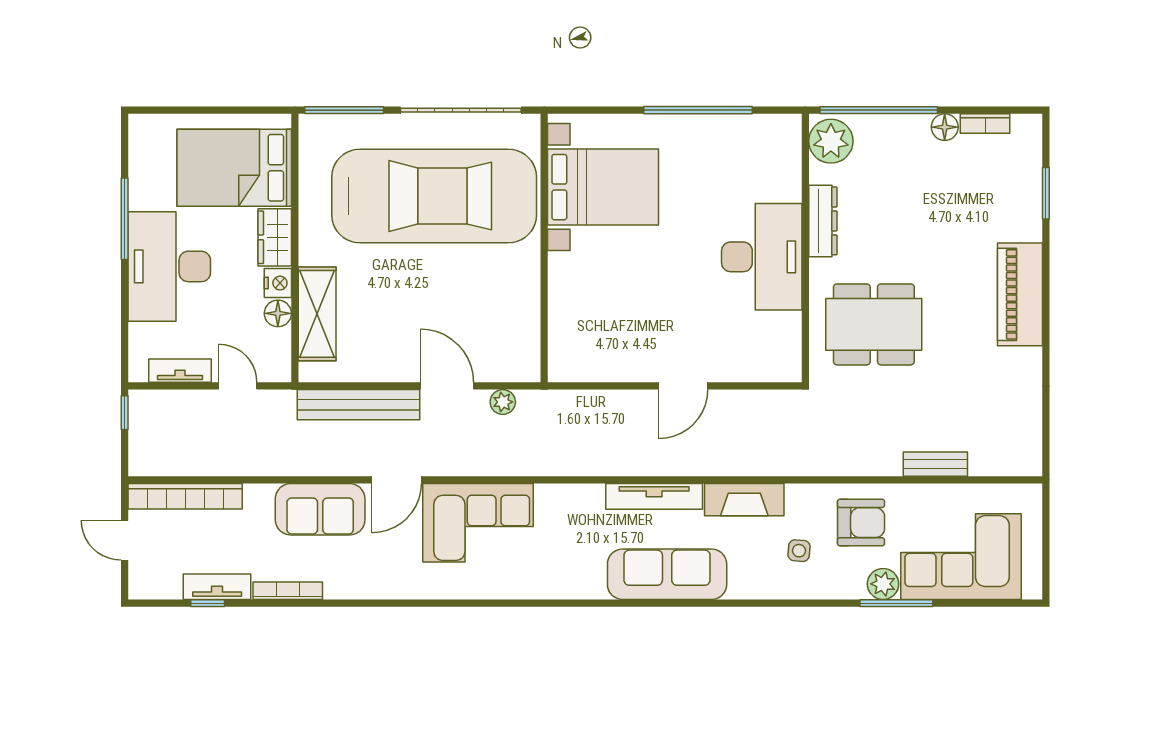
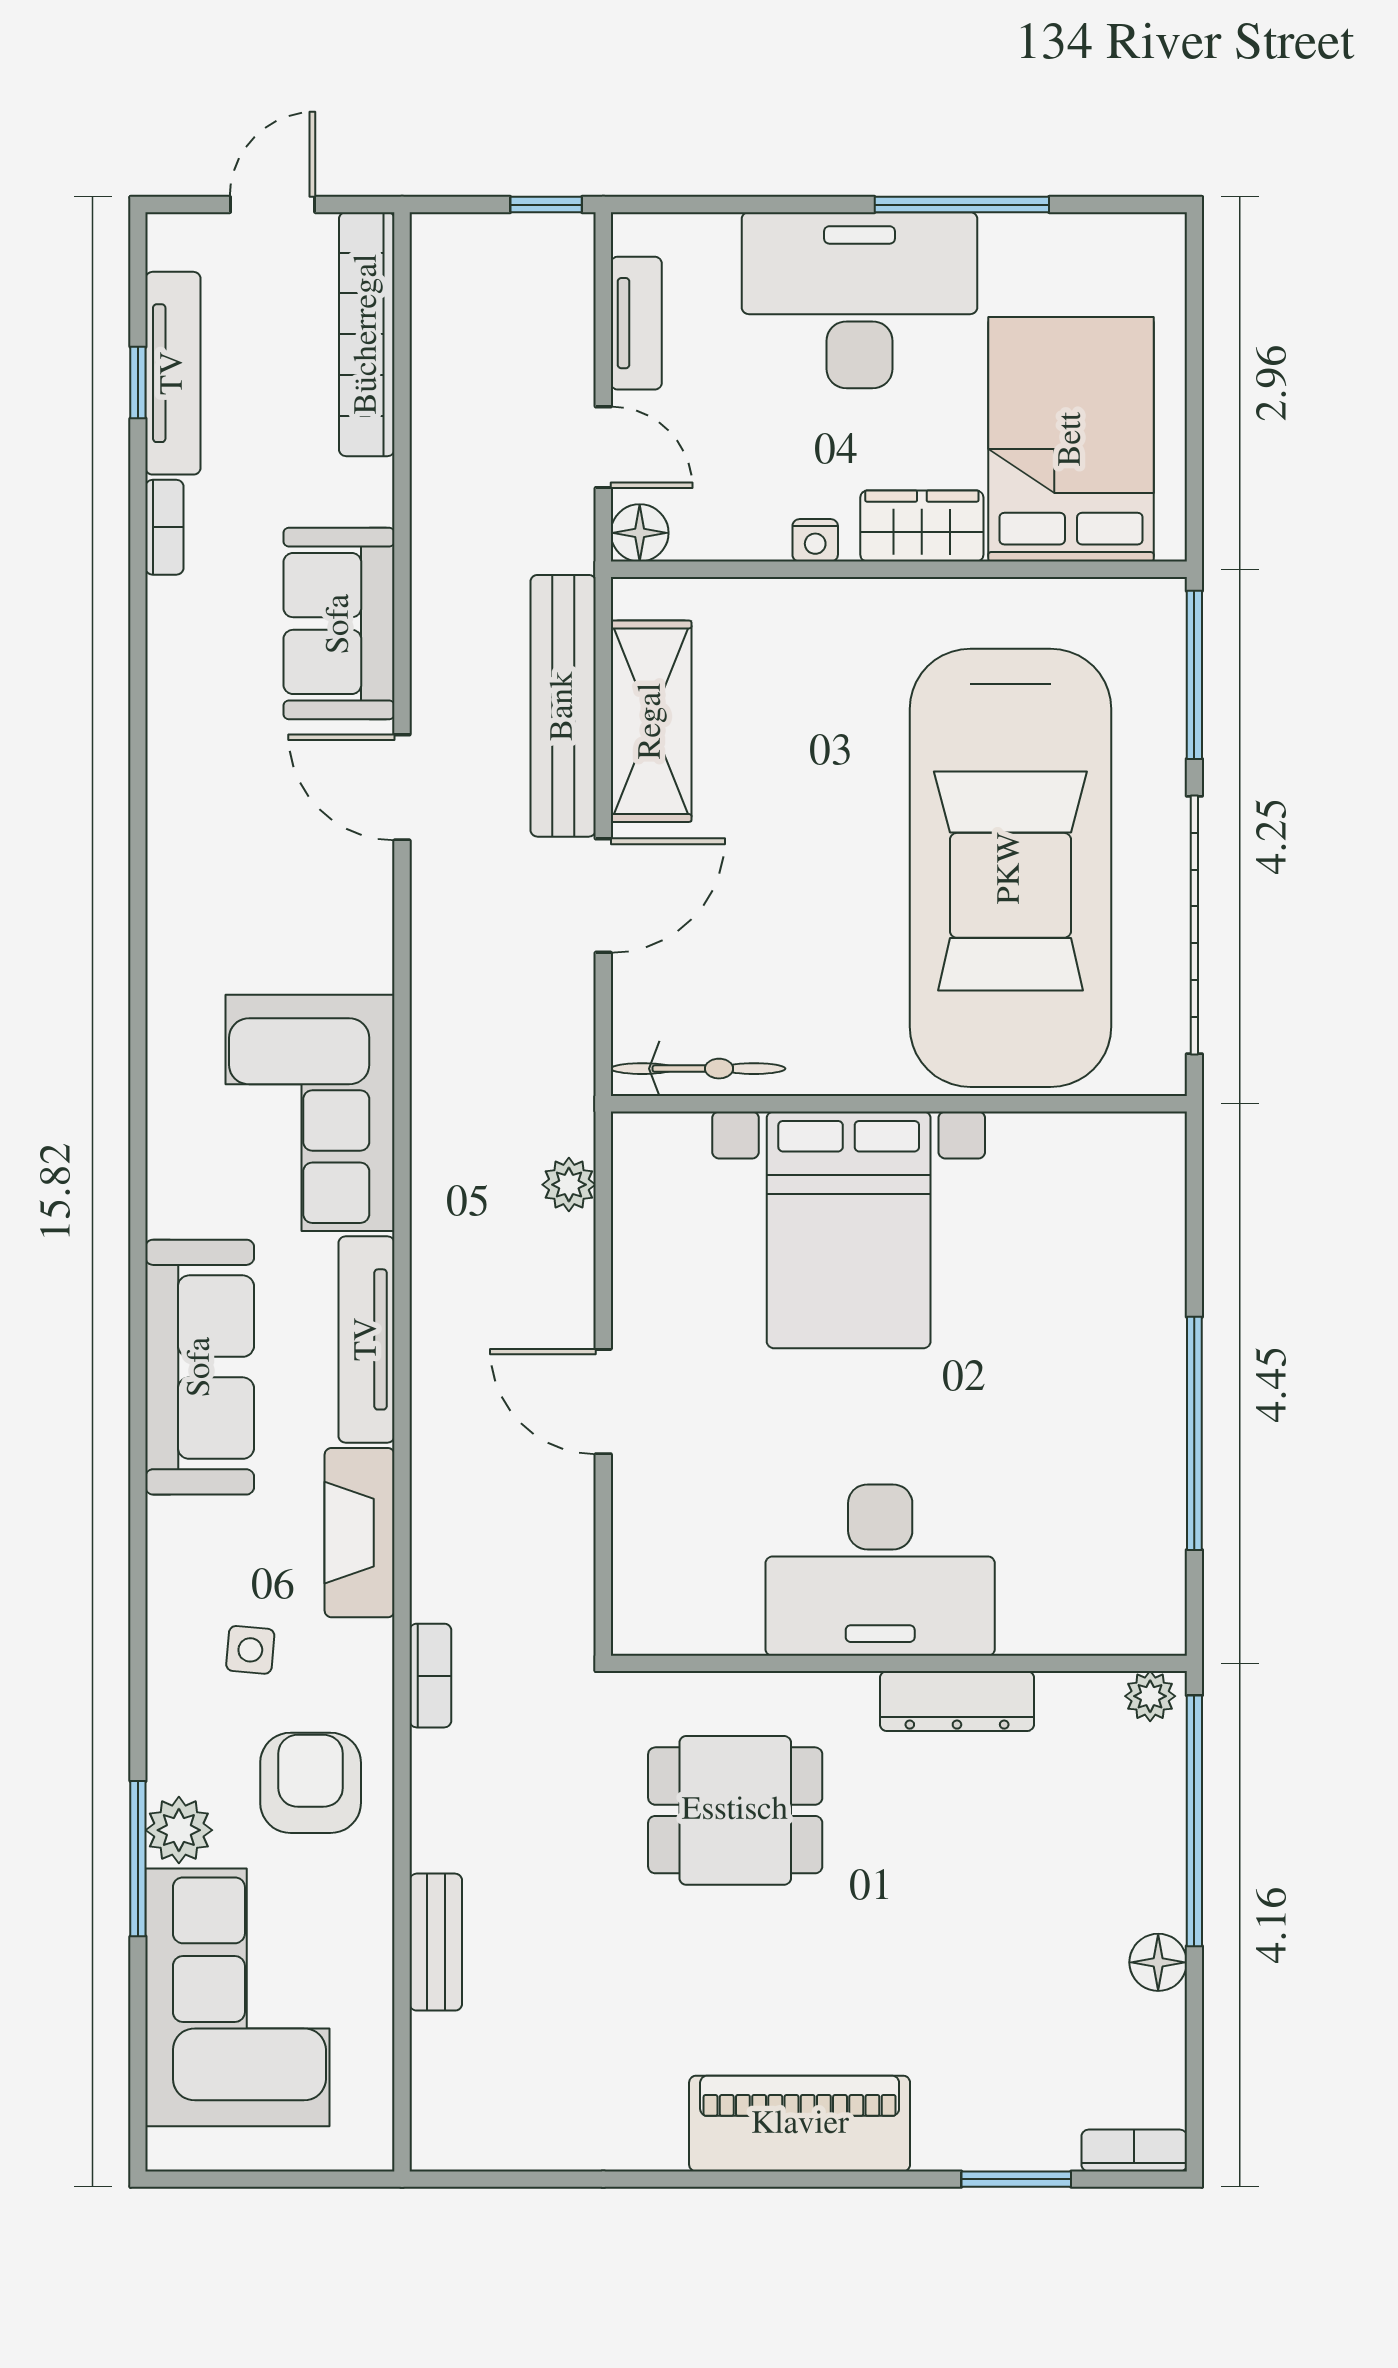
bookcase: (985, 124) -> (1134, 2150), moved, turned 90
plant: (831, 141) -> (1150, 1696), width x0.53, depth x0.53
bed with nightstands: (603, 187) -> (849, 1230), moved
nightstand: (278, 283) -> (815, 540), width x0.72, depth x0.74
floor lamp: (278, 313) -> (640, 533), moved
shelving: (317, 314) -> (651, 721), moved, turned 90
dining table: (874, 324) -> (735, 1810), width x0.73
bicycle: (528, 342) -> (698, 1069), added
door: (238, 386) -> (603, 447), hinge flipped
plant: (503, 402) -> (569, 1185), moved
bookcase: (811, 467) -> (430, 1676), added
corner sofa: (478, 523) -> (310, 1113), moved
armchair: (861, 523) -> (311, 1783), turned 180
tv unit: (217, 587) -> (173, 373), width x1.41
bookcase: (288, 591) -> (164, 527), width x0.64

